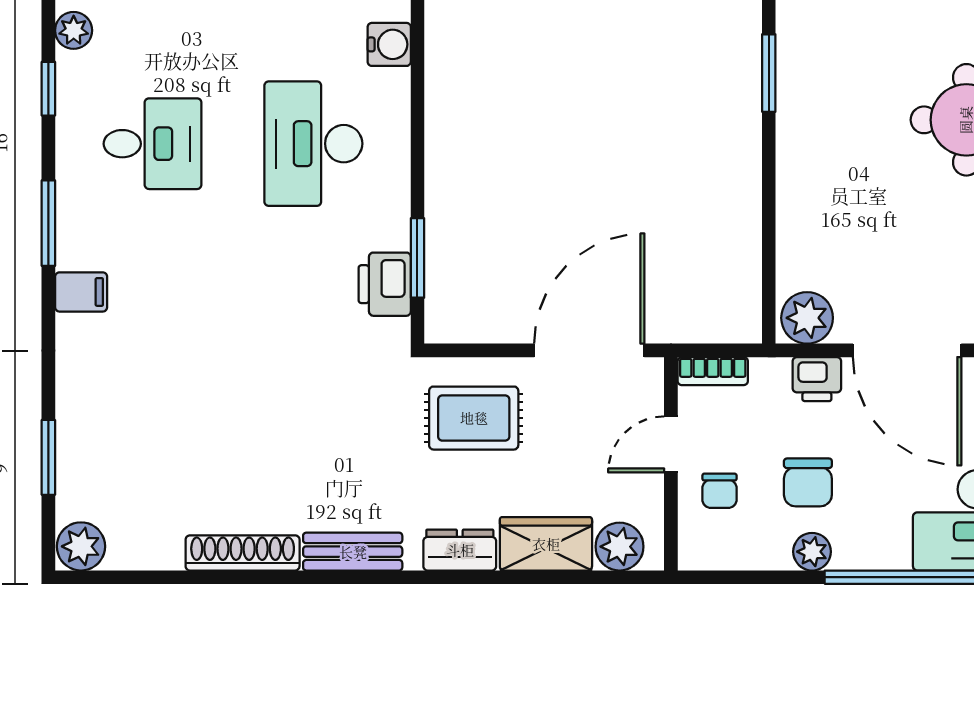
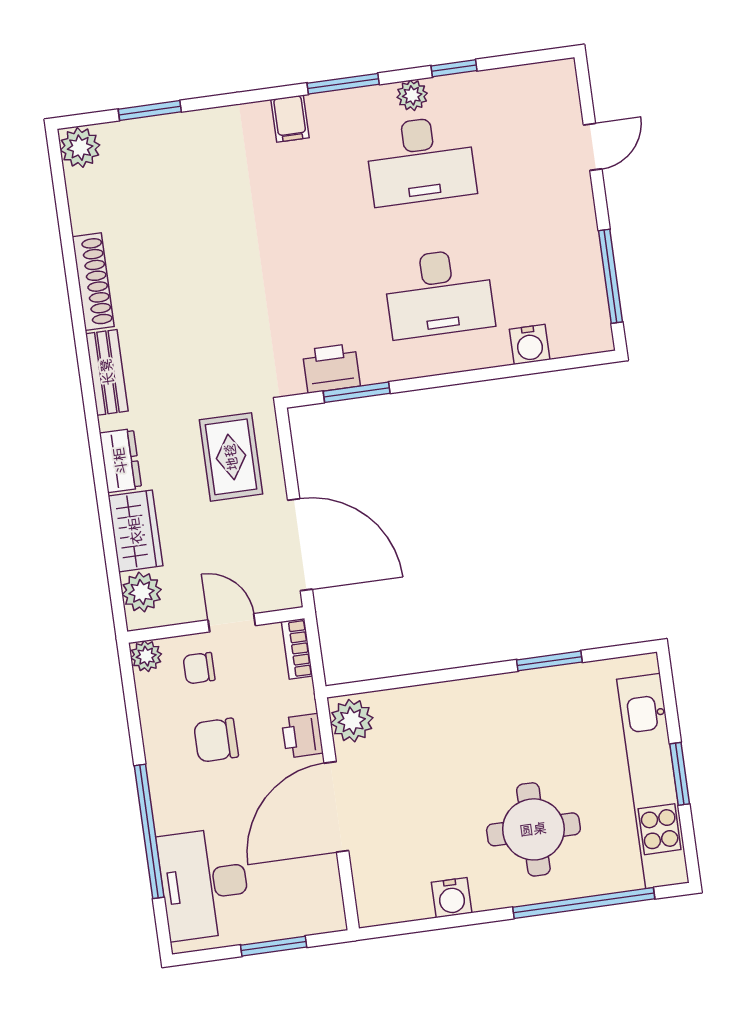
plant: (74, 30) -> (412, 95), moved
desk: (153, 144) -> (421, 161), width x1.37
desk: (313, 144) -> (439, 293), turned 180
plant: (812, 552) -> (146, 656), moved

